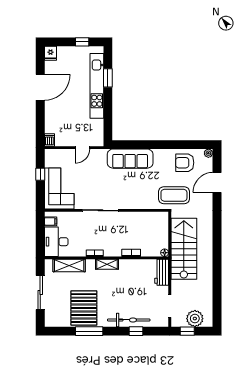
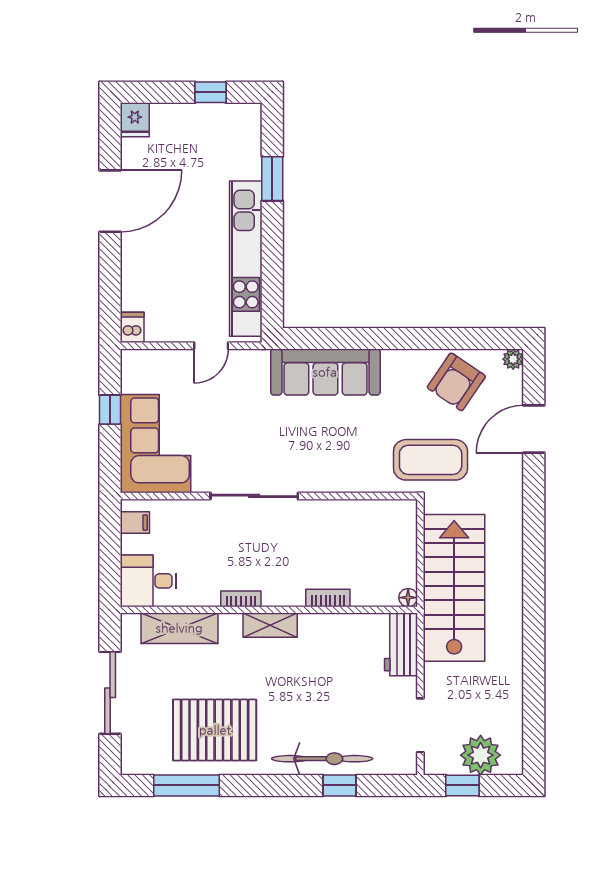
kitchen unit: (97, 86) -> (246, 259), moved
armchair: (185, 163) -> (456, 382), turned -56
desk: (56, 242) -> (148, 581), width x0.73
pallet: (84, 308) -> (215, 730), turned 90
window: (89, 331) -> (187, 785), moved

